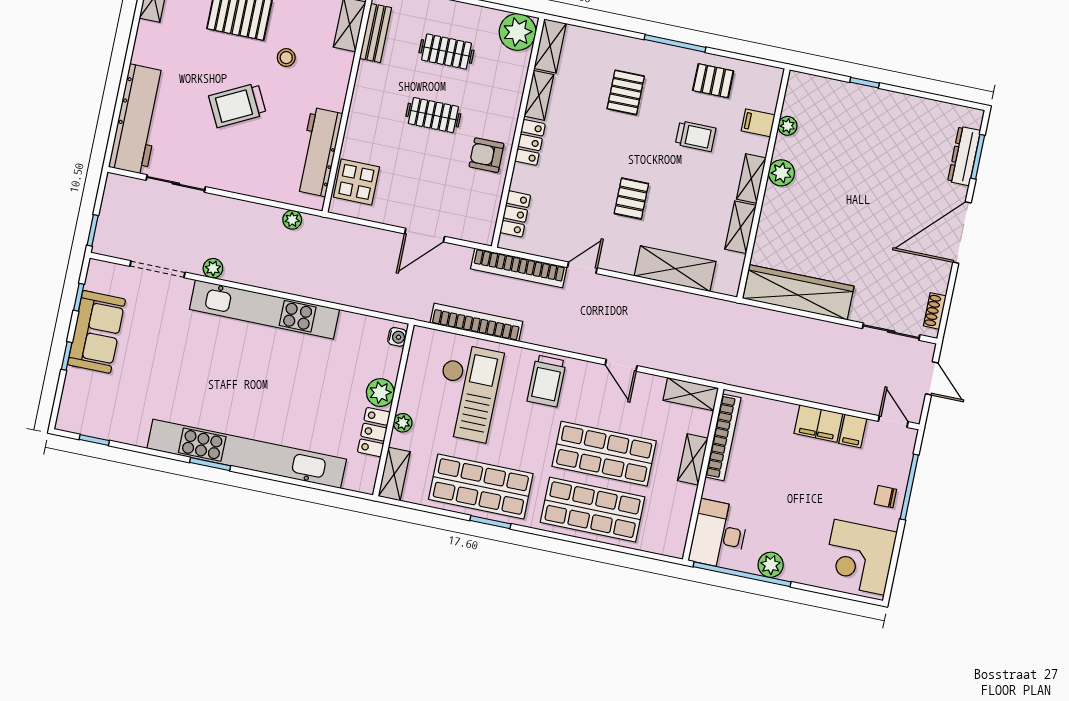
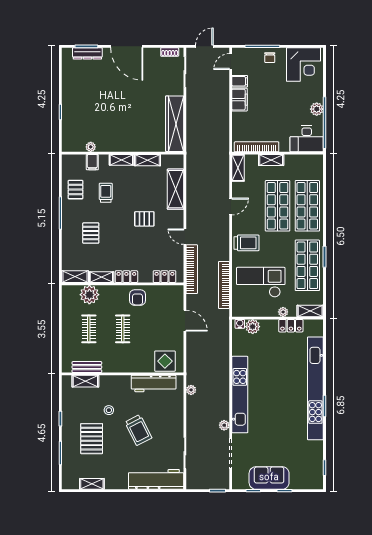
plant: (518, 32) -> (89, 295), moved
pallet: (626, 92) -> (91, 233), turned 90
plant: (781, 173) -> (115, 145), removed
plant: (380, 393) -> (253, 327), moved

